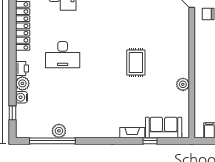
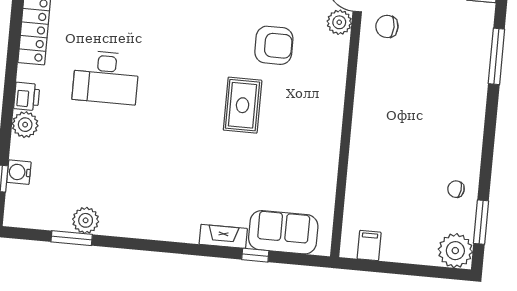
armchair: (149, 30) -> (274, 45), added
plant: (183, 84) -> (339, 22), moved
water cooler: (21, 97) -> (19, 172), moved
window: (52, 141) -> (72, 238), width x0.47

